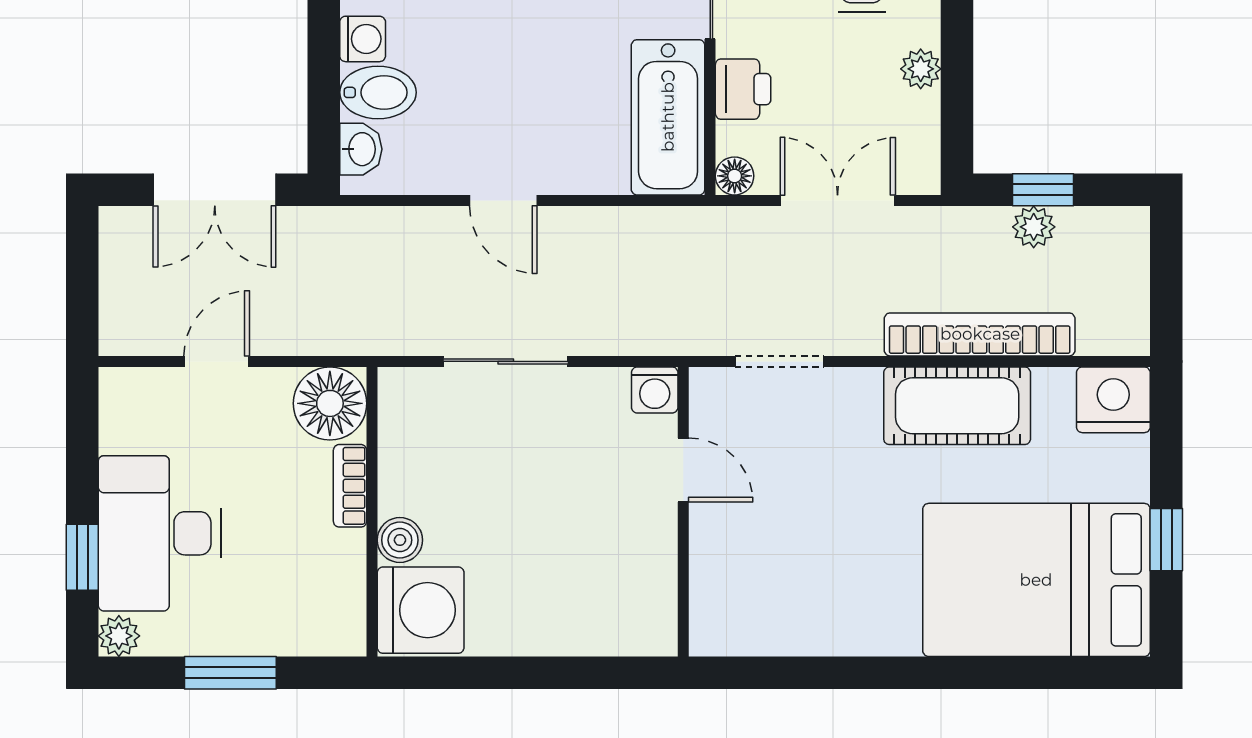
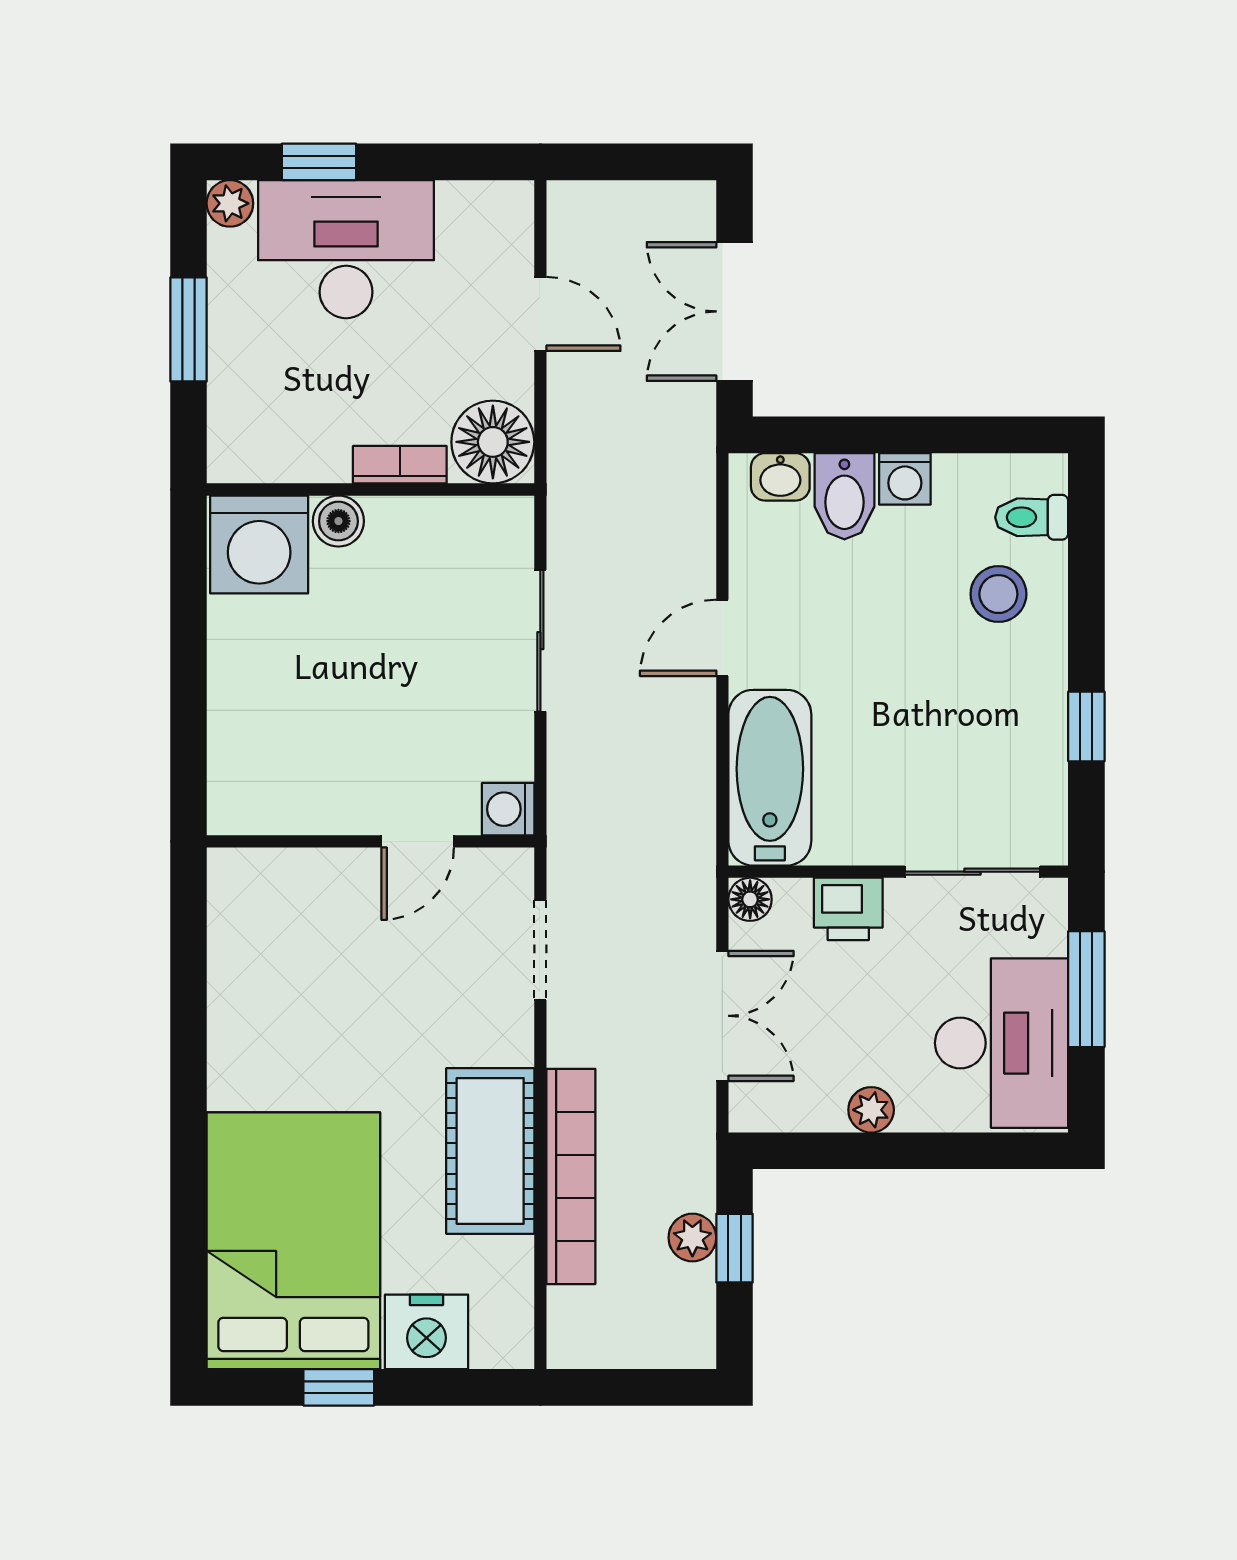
bathtub: (668, 117) -> (770, 778), moved, turned 90
nightstand: (1113, 400) -> (426, 1332), moved, turned 90

